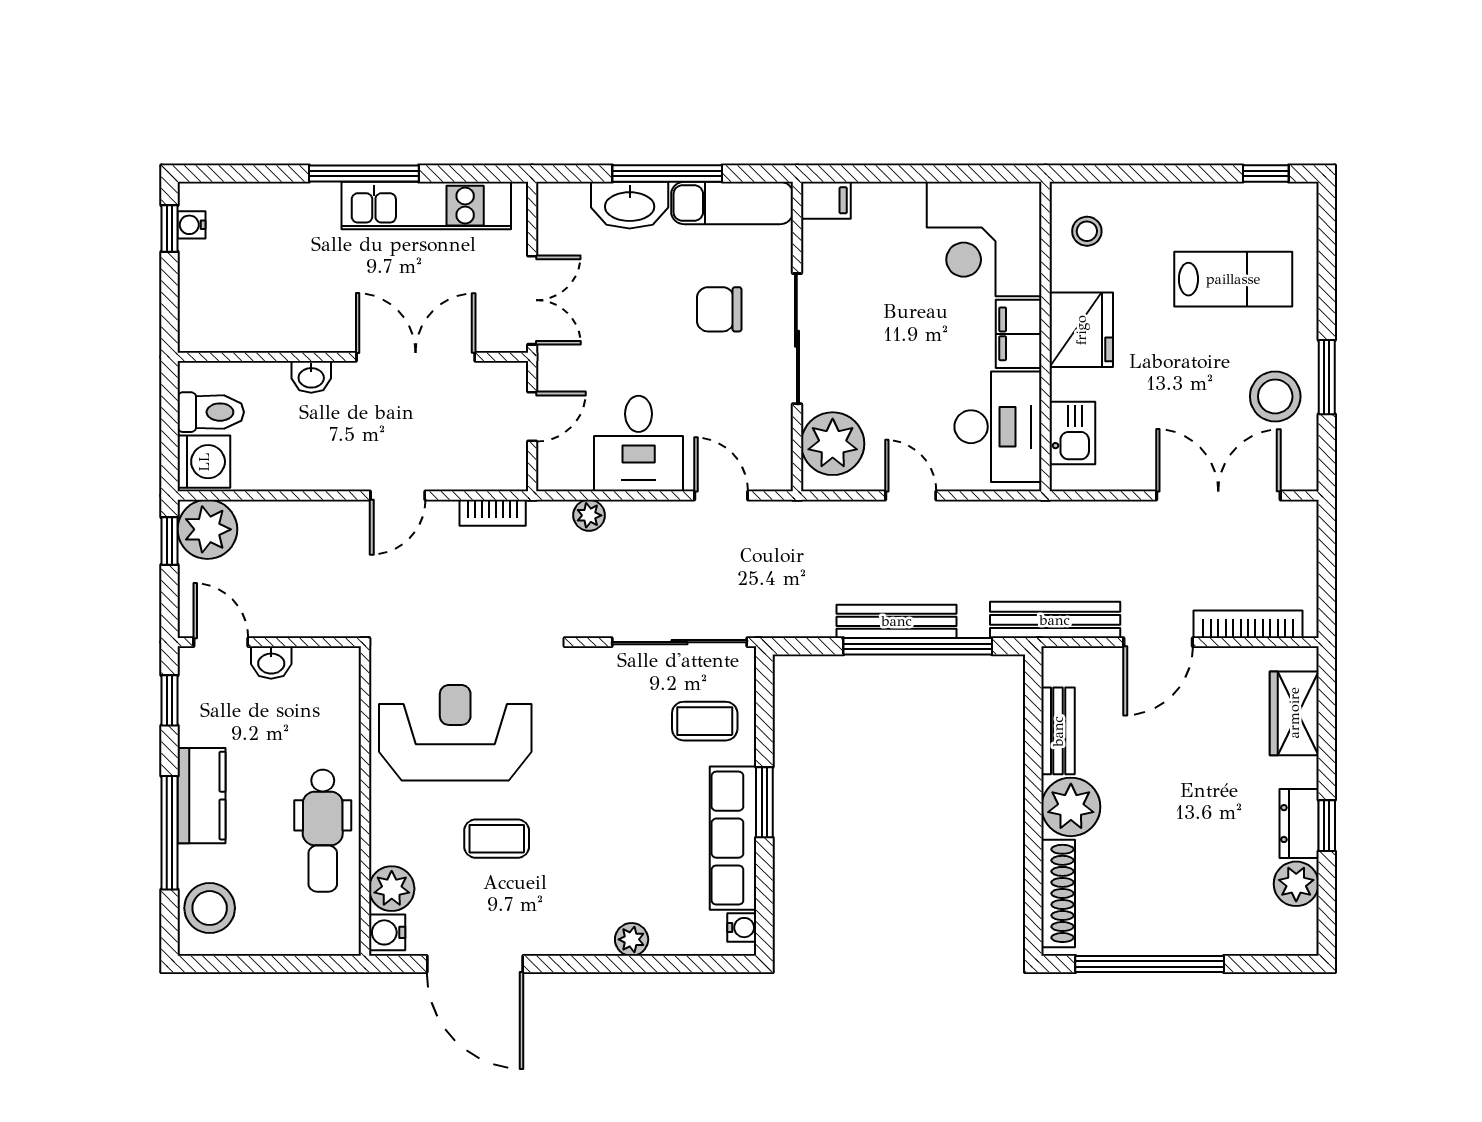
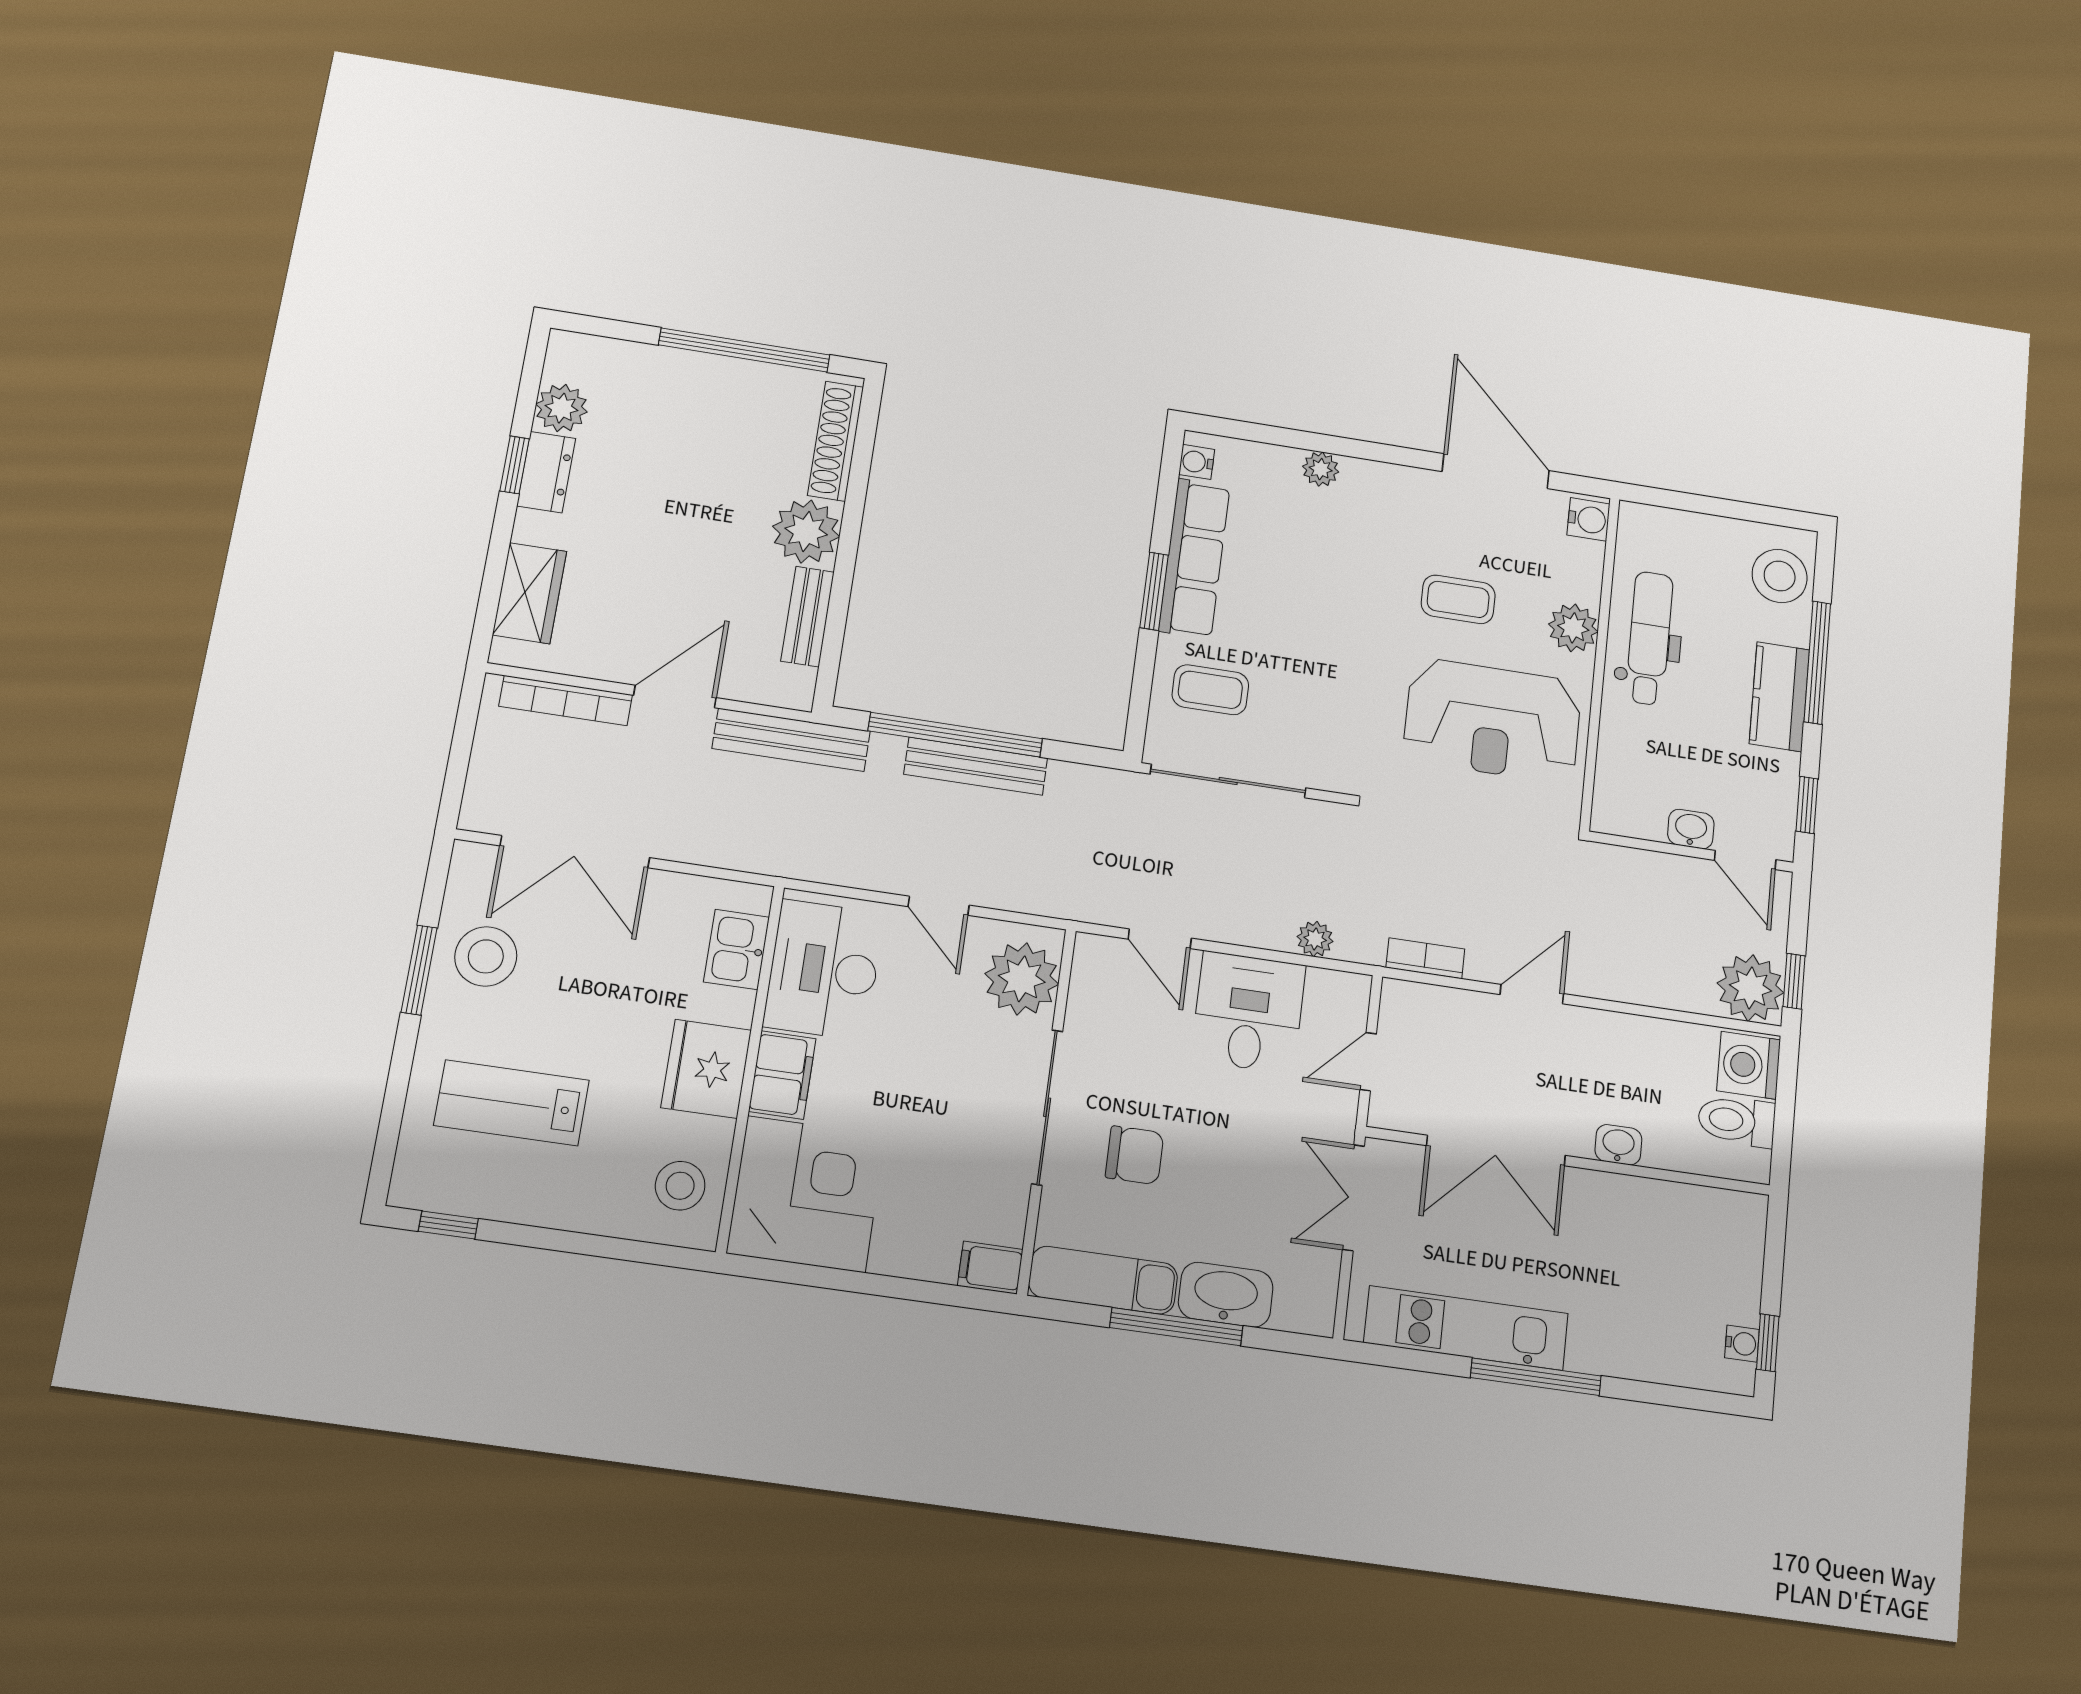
stool: (1087, 231) -> (680, 1186), width x1.37, depth x1.37
plant: (392, 889) -> (1573, 628), moved

